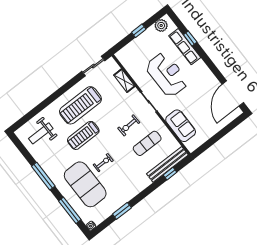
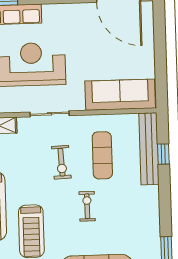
sofa: (181, 126) -> (120, 95), width x1.36
exercise bike: (103, 163) -> (87, 206), moved

